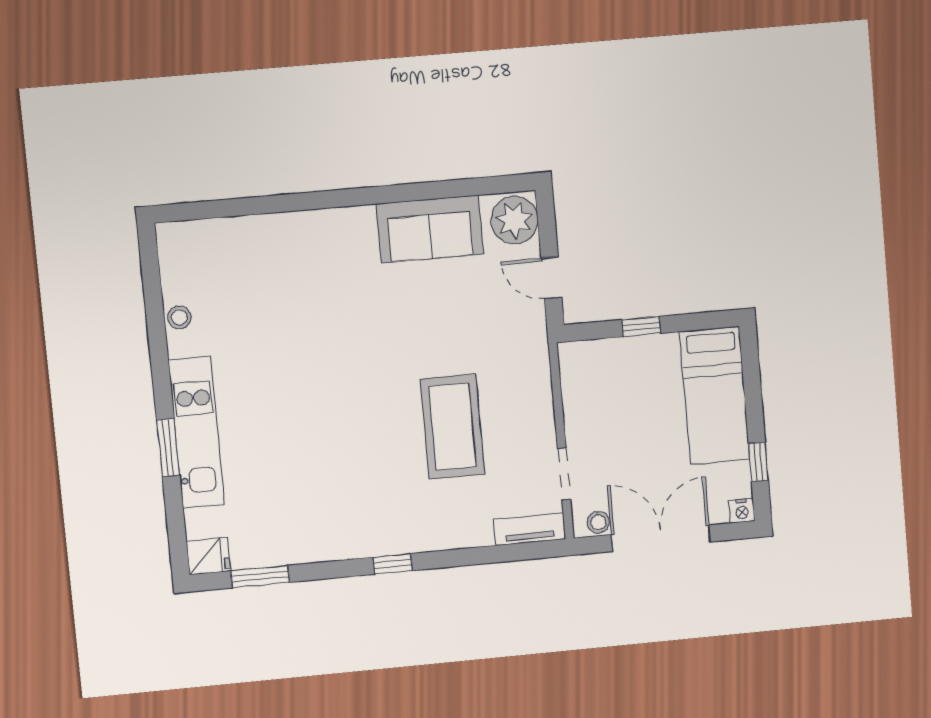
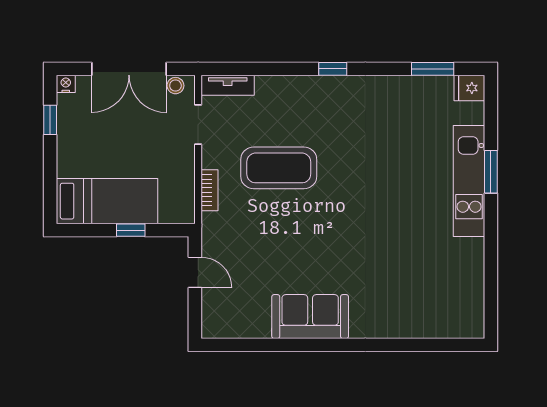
plant: (514, 220) -> (219, 318), removed
sofa: (430, 229) -> (310, 317), moved
stool: (179, 317) -> (473, 267), removed
bookcase: (542, 389) -> (209, 190), added
bed: (715, 395) -> (107, 201), moved, turned 90
coffee table: (452, 427) -> (279, 168), turned 90

